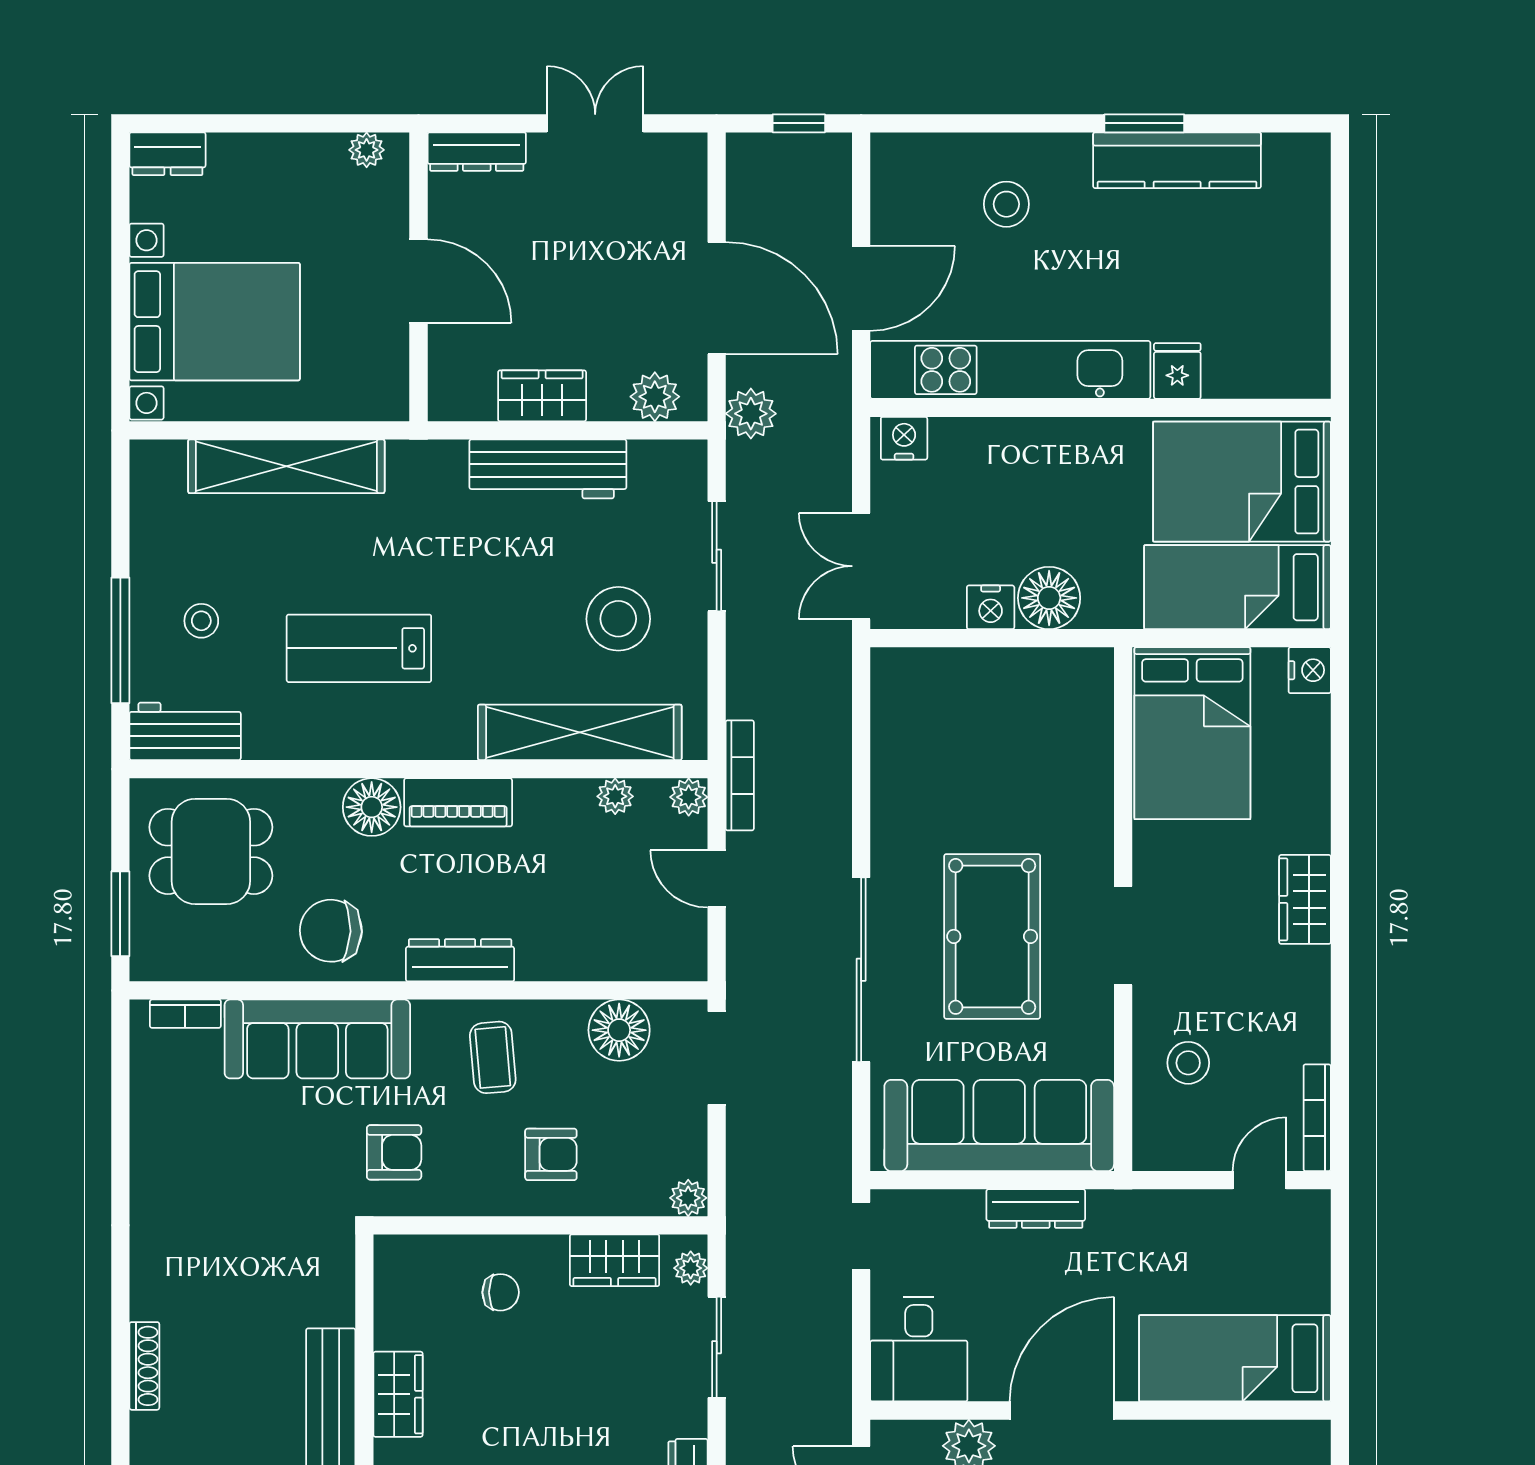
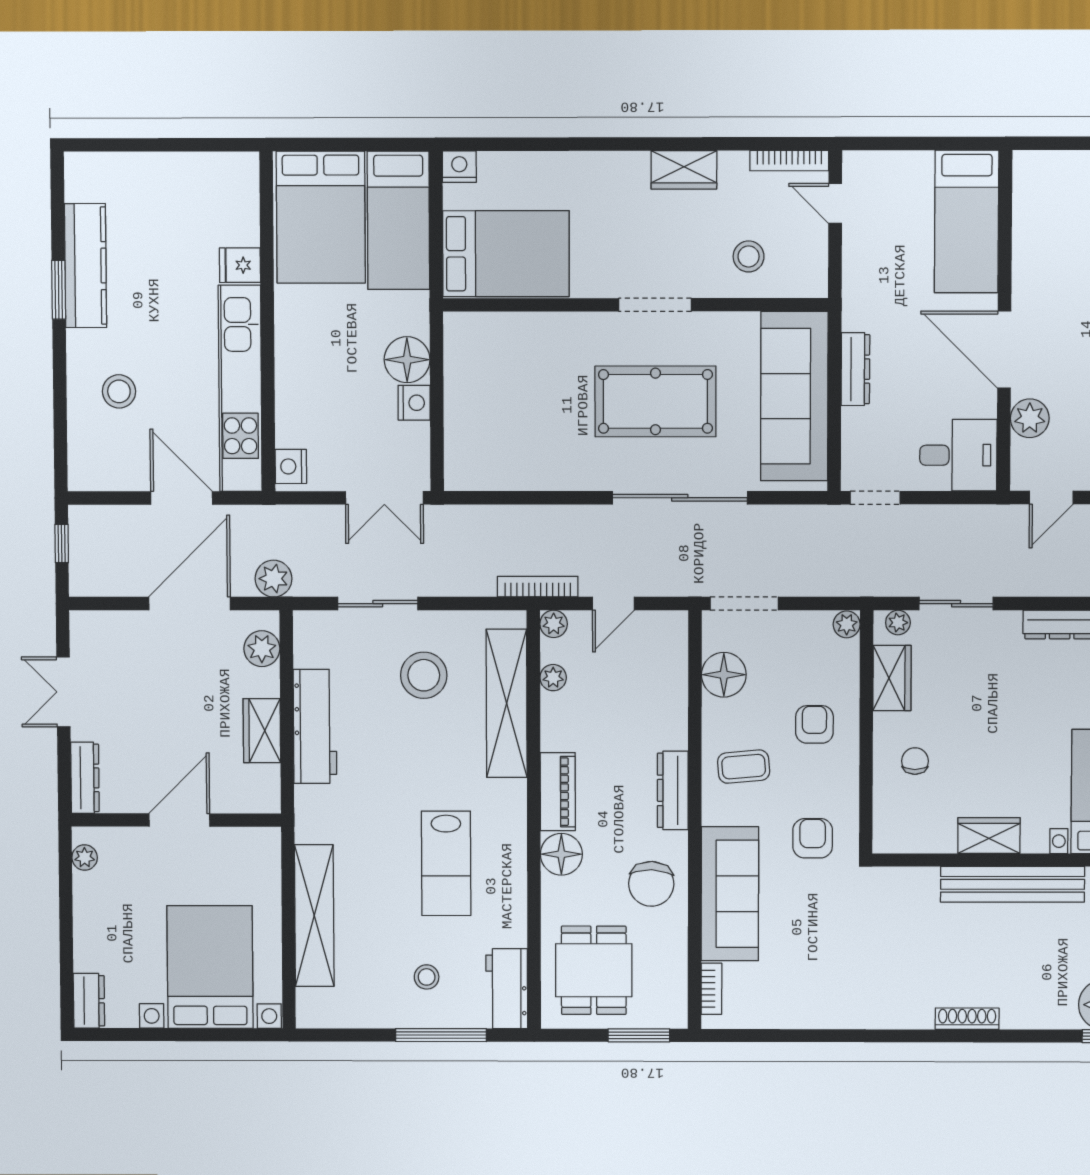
wardrobe: (1305, 899) -> (684, 170), moved

